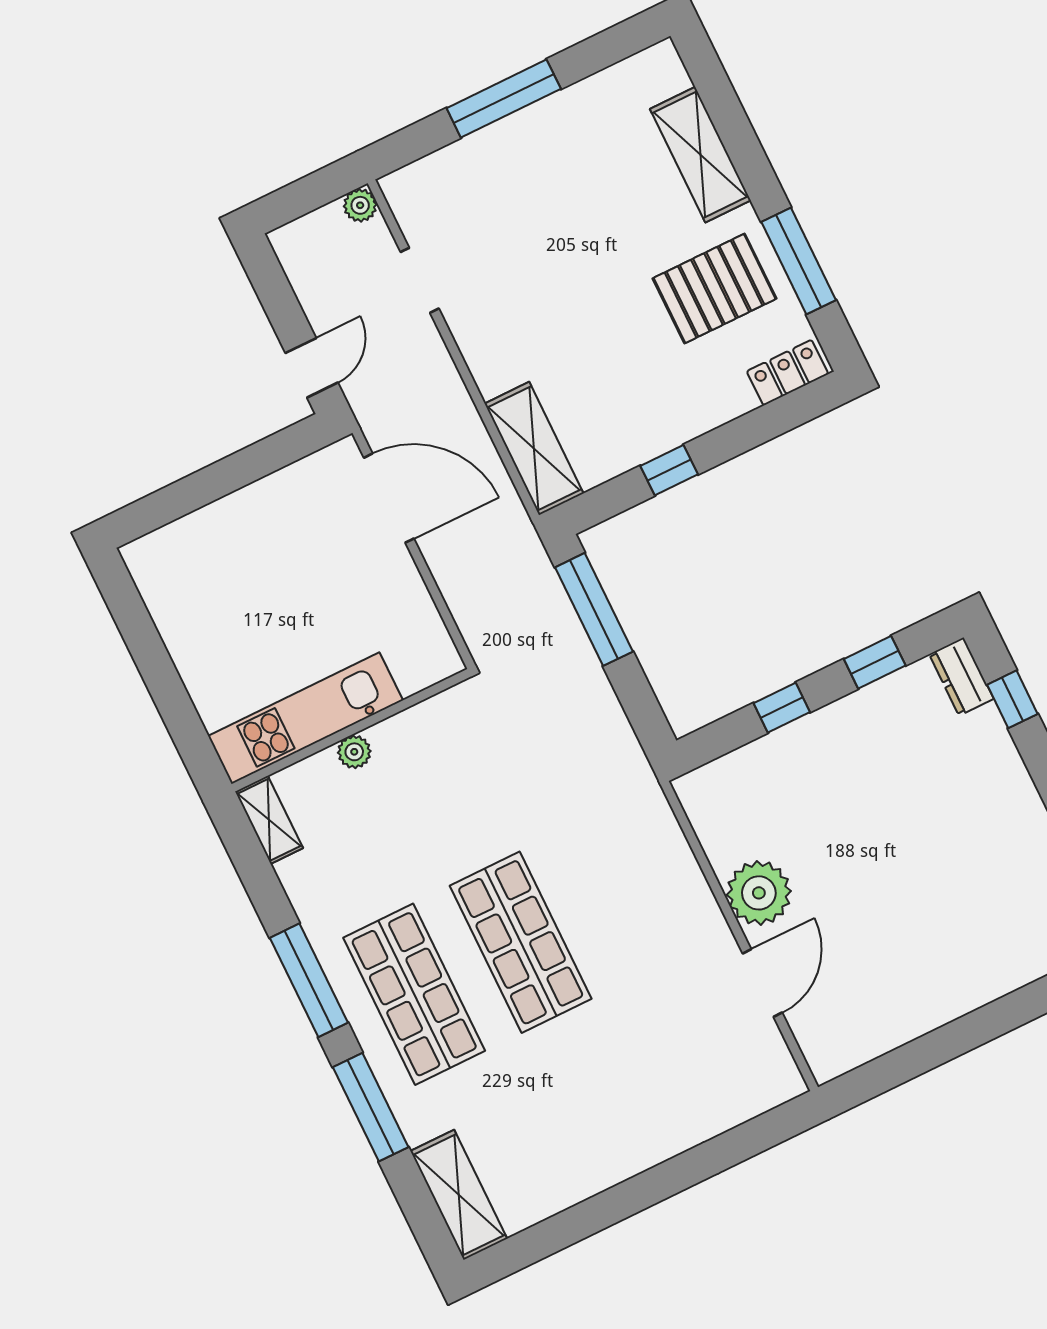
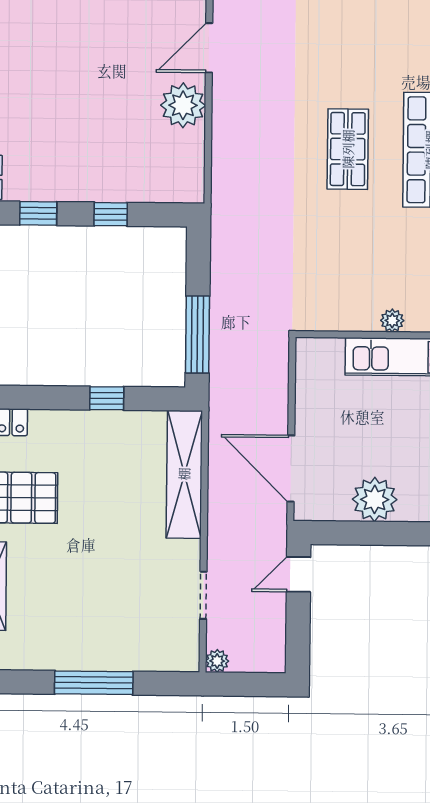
shelving: (534, 449) -> (184, 474), width x1.47
plant: (262, 512) -> (375, 499), added
shop shelf: (521, 942) -> (348, 149), width x0.70, depth x0.74

